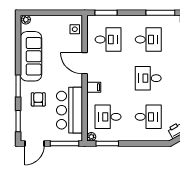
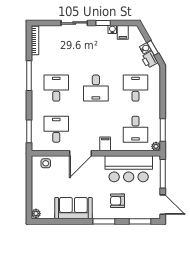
sofa: (31, 56) -> (73, 208), width x0.73

